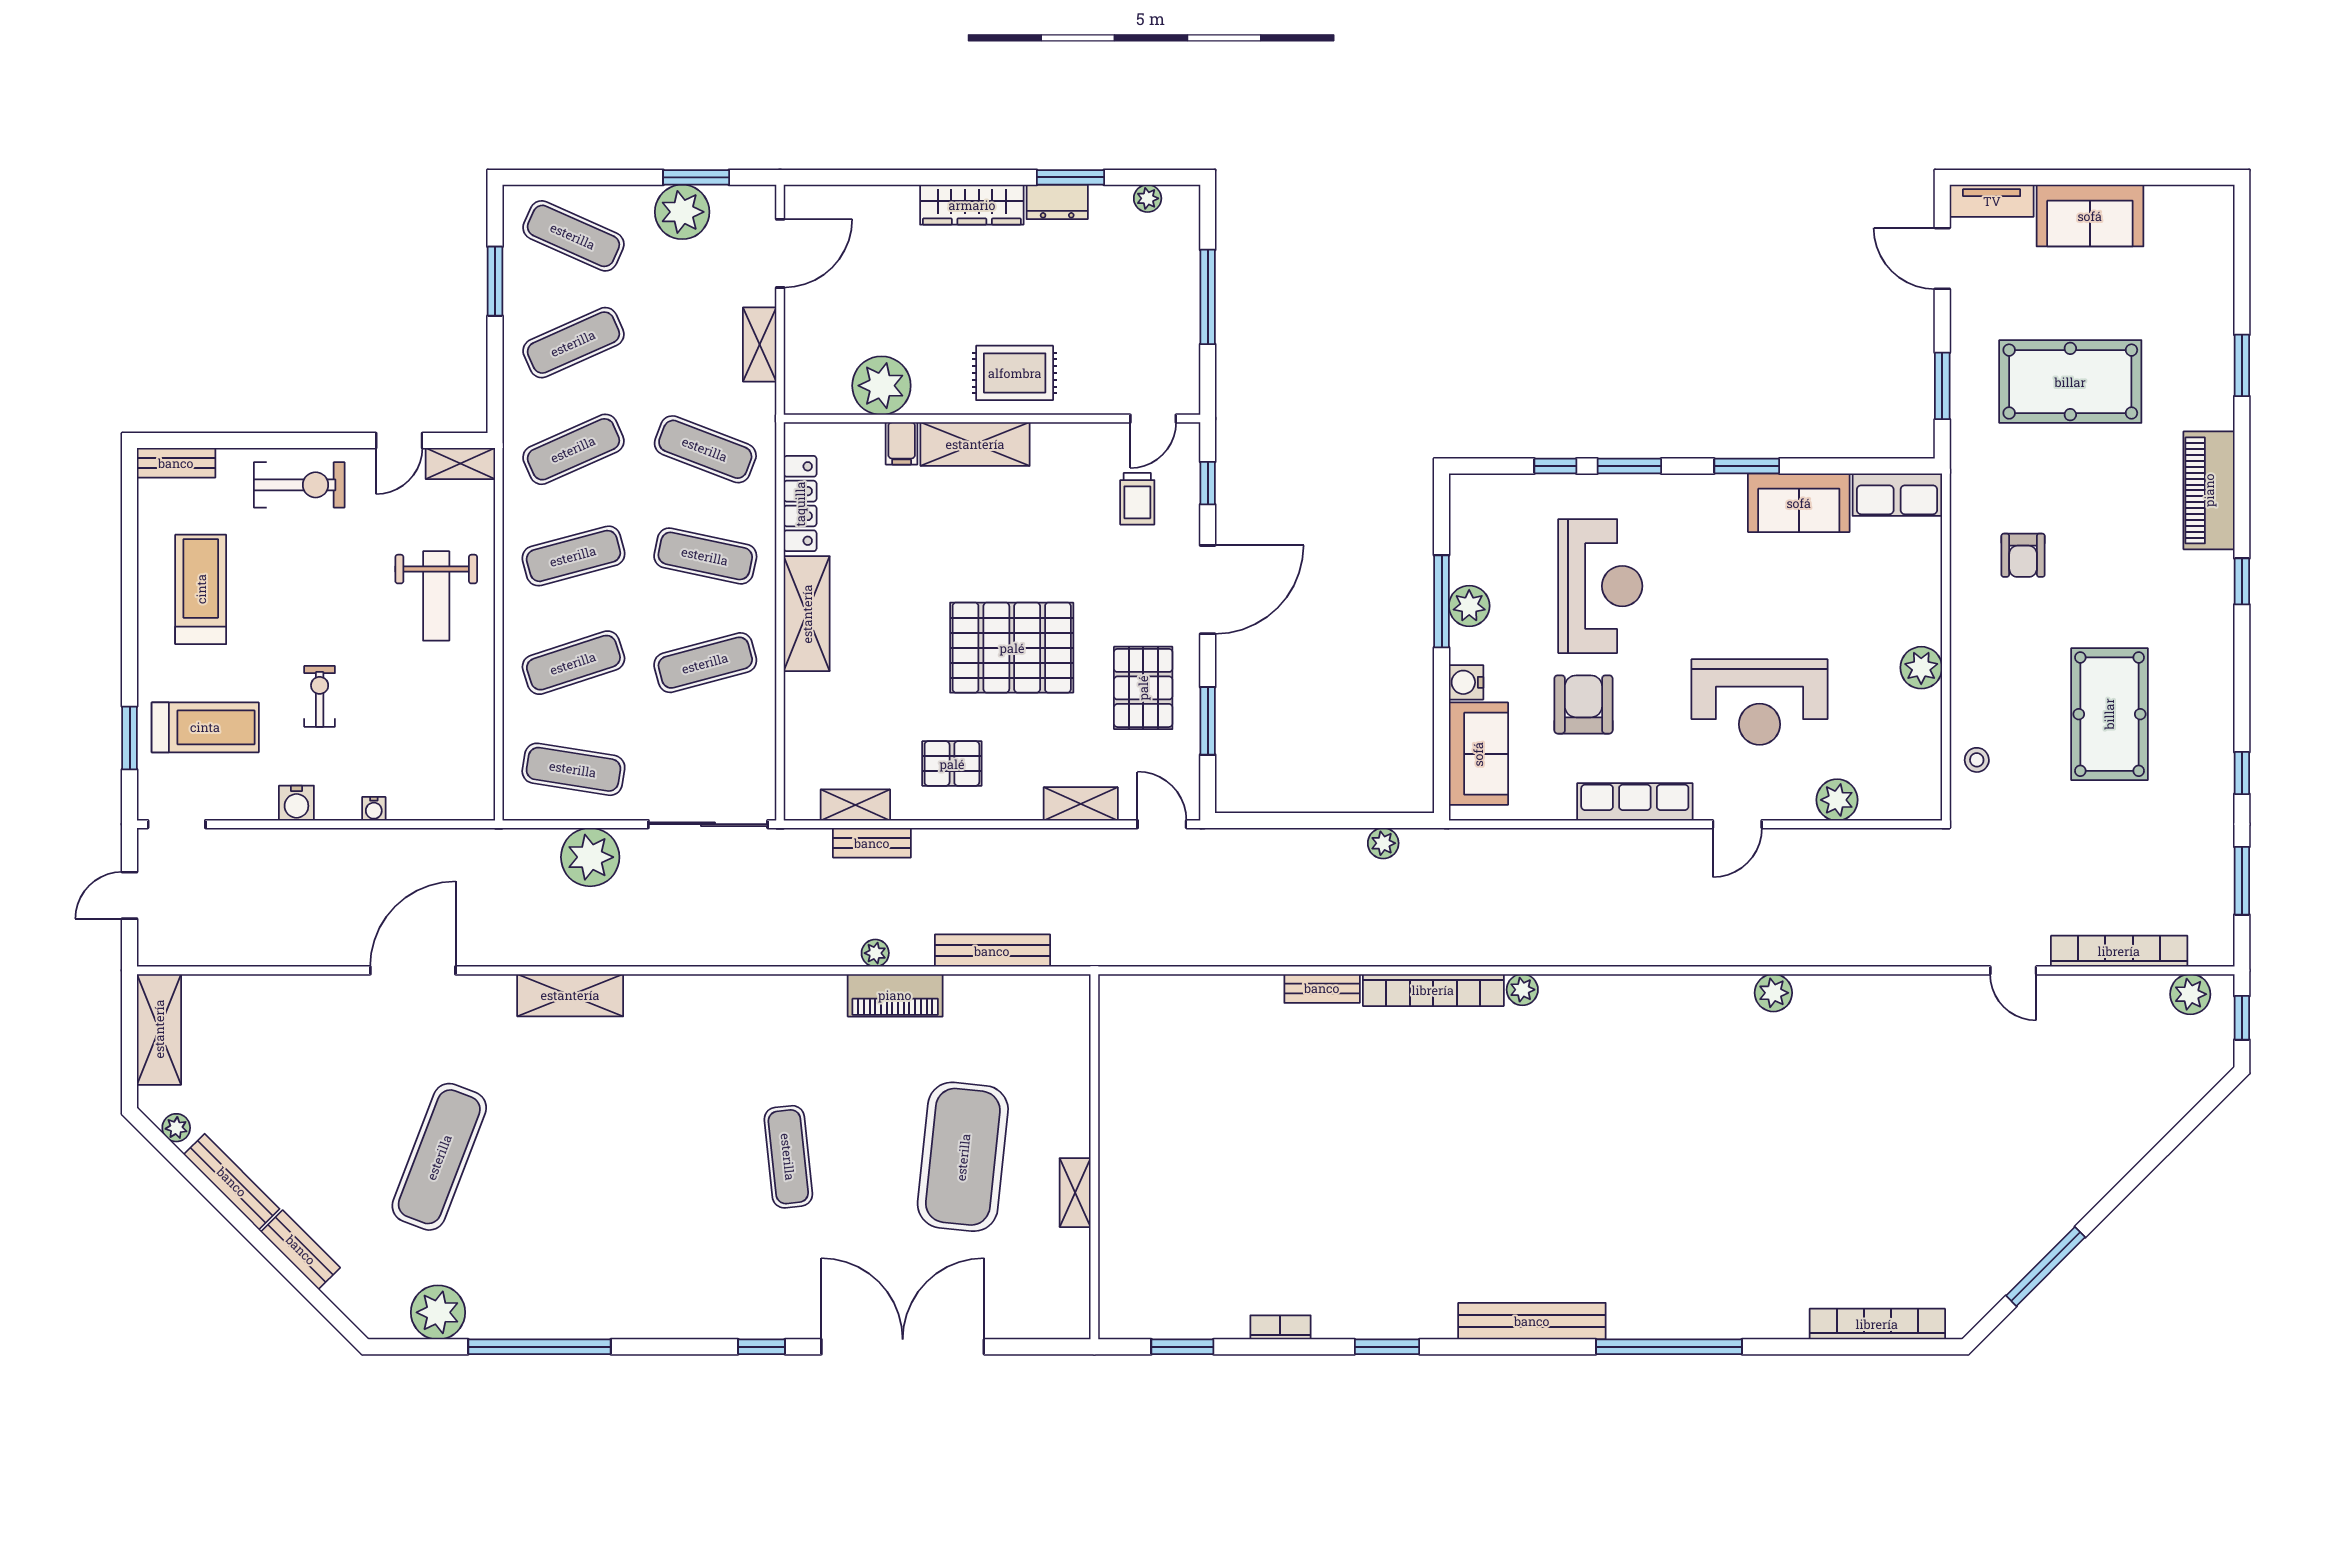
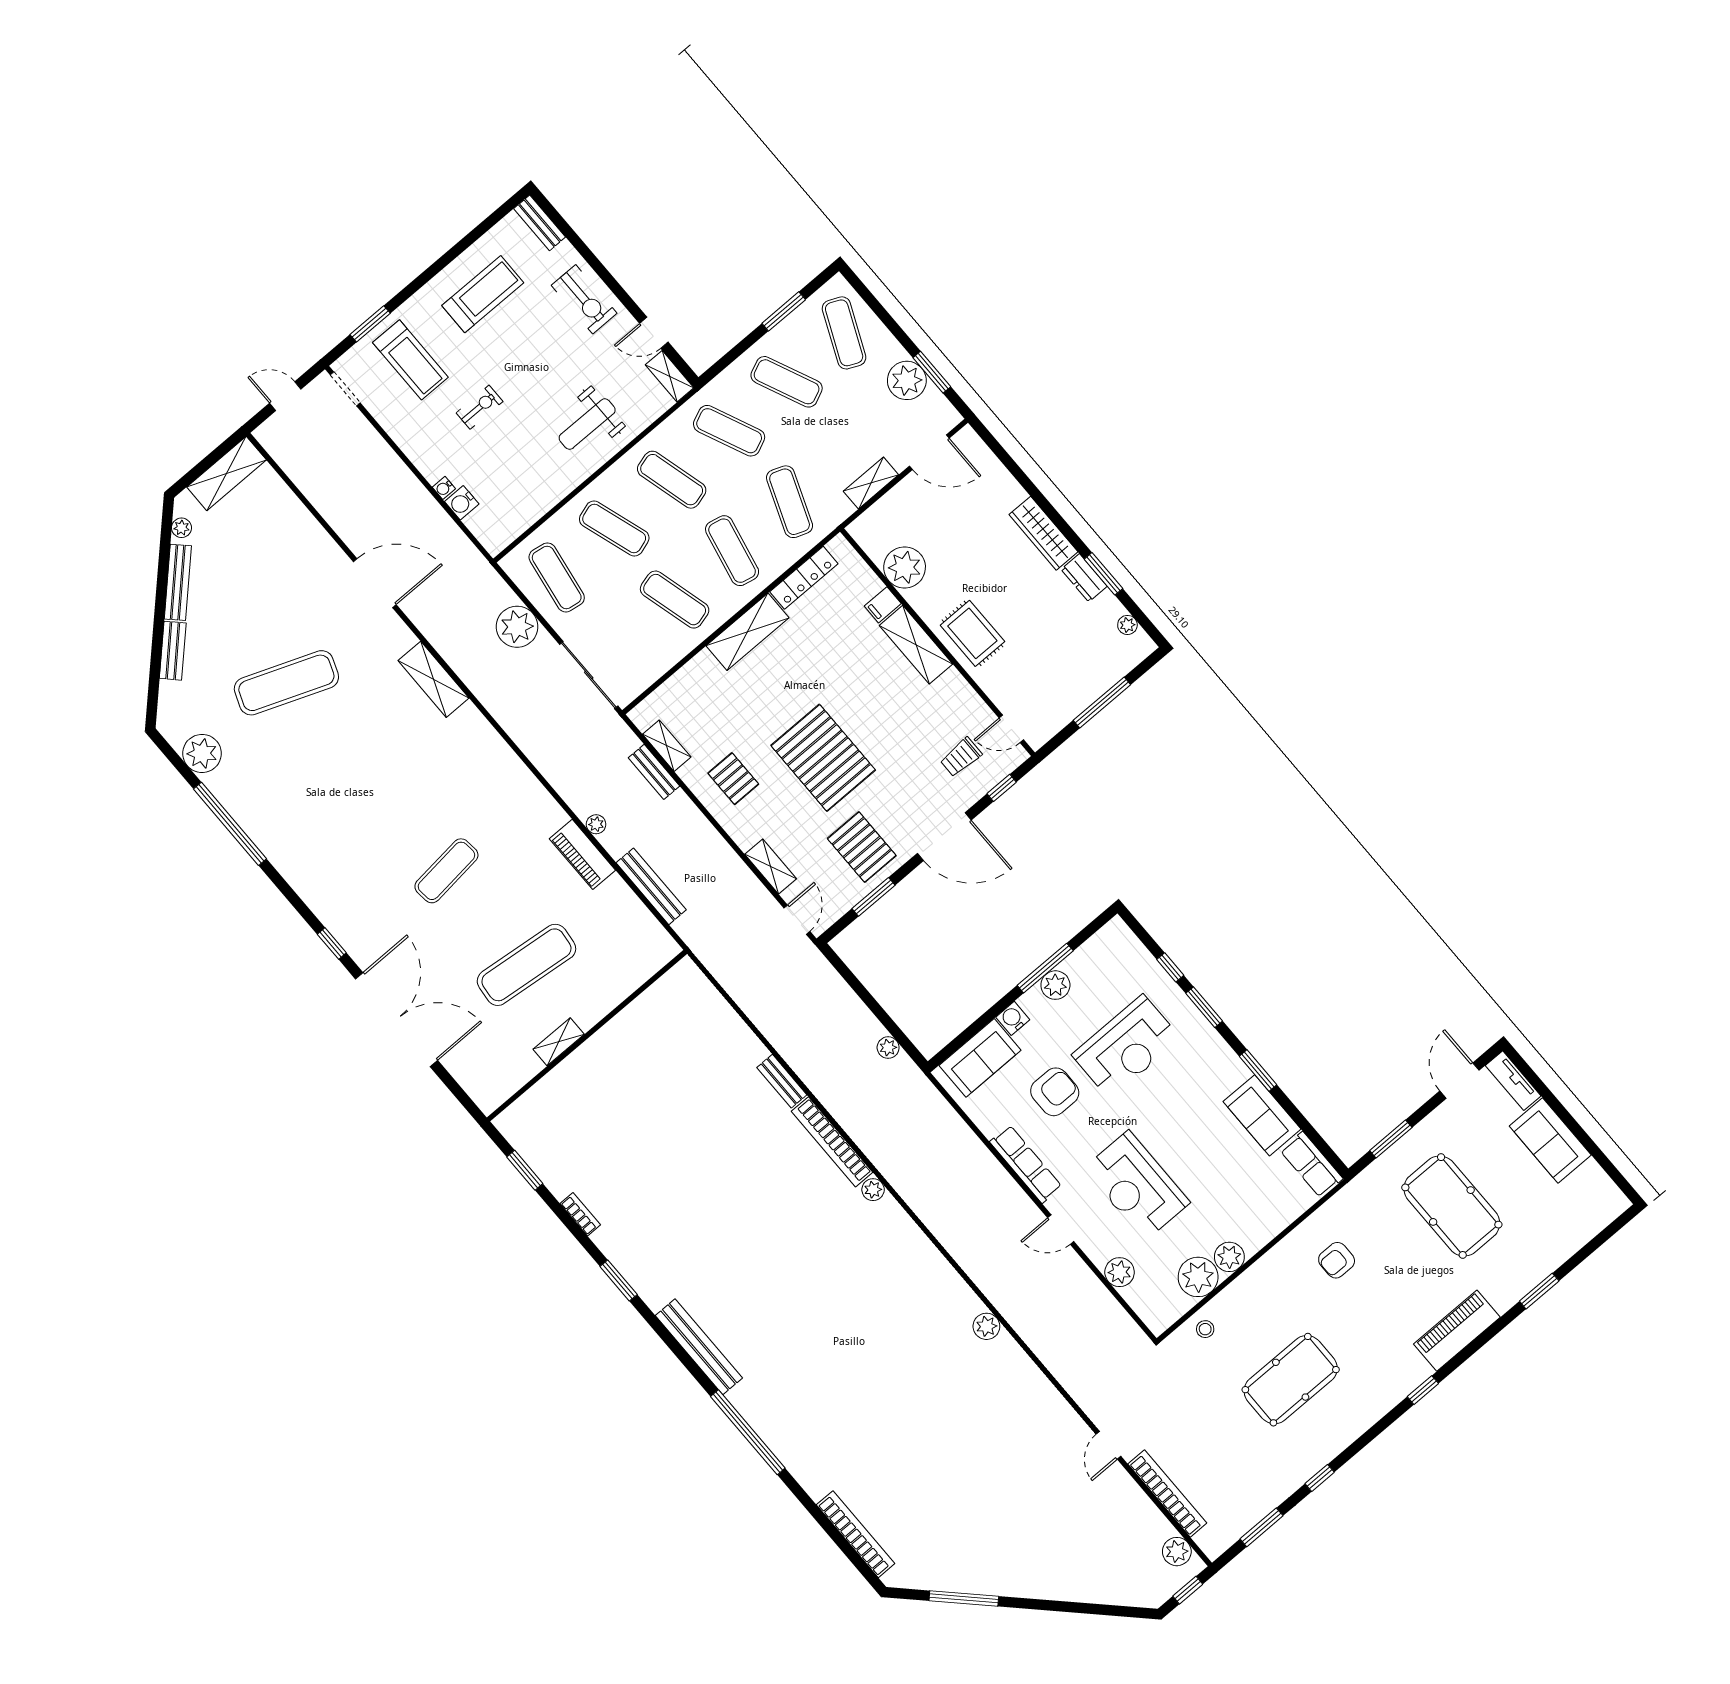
pallet: (1143, 688) -> (862, 847), turned 90
plant: (1914, 720) -> (1198, 1277), added
water cooler: (296, 803) -> (462, 503), moved
exercise mat: (963, 1157) -> (526, 965), width x0.68

